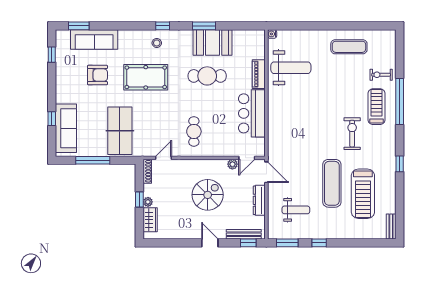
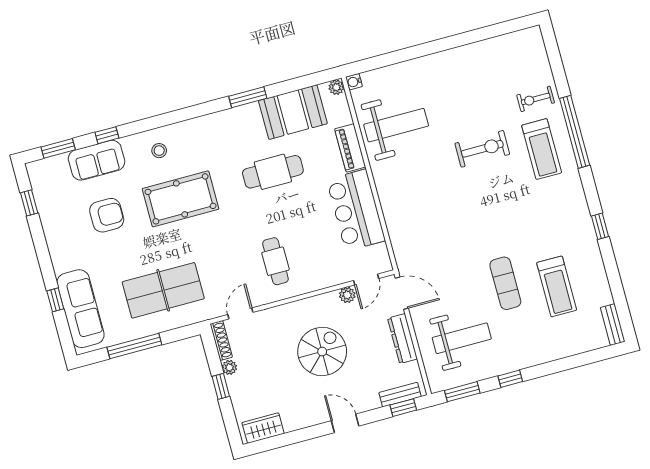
window: (163, 26) -> (107, 135), moved
plant: (260, 34) -> (336, 87), added
sofa: (94, 40) -> (97, 160), width x0.73
booth: (213, 42) -> (293, 112), moved
stool: (157, 43) -> (159, 151), moved
exercise mat: (349, 47) -> (476, 70), removed
treadmill: (376, 107) -> (542, 149), turned 180
table tennis table: (120, 131) -> (163, 290), turned 90
exercise bike: (352, 134) -> (482, 149), moved, turned 90
exercise mat: (332, 183) -> (505, 283), width x0.73, depth x0.69
treadmill: (363, 194) -> (557, 286), width x0.73, depth x0.73
plant: (148, 202) -> (229, 367), moved
weight bench: (296, 210) -> (462, 338), width x1.36, depth x1.33
wardrobe: (150, 220) -> (263, 428), moved, turned -90
bench: (244, 234) -> (400, 395), width x0.73

